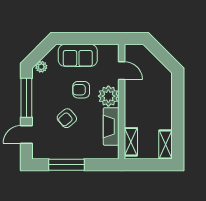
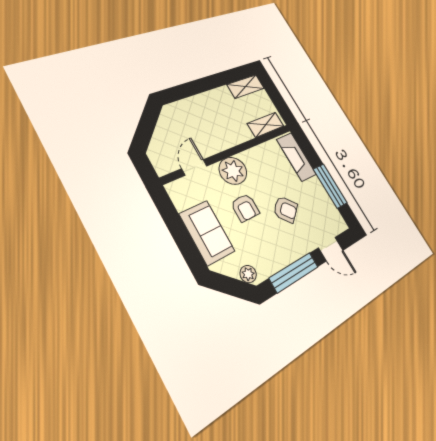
fireplace: (111, 127) -> (296, 157), moved, turned 90

